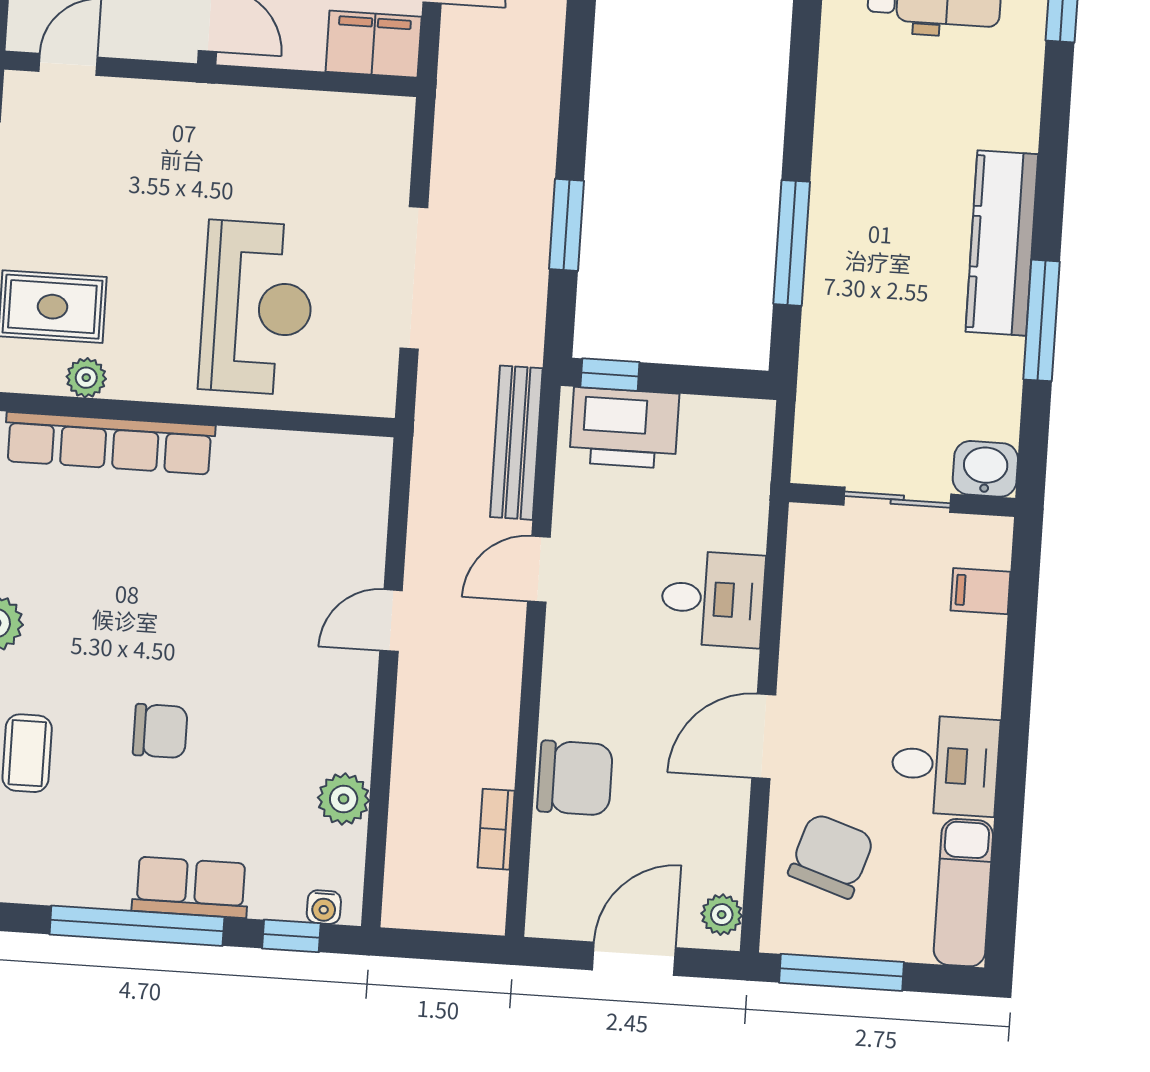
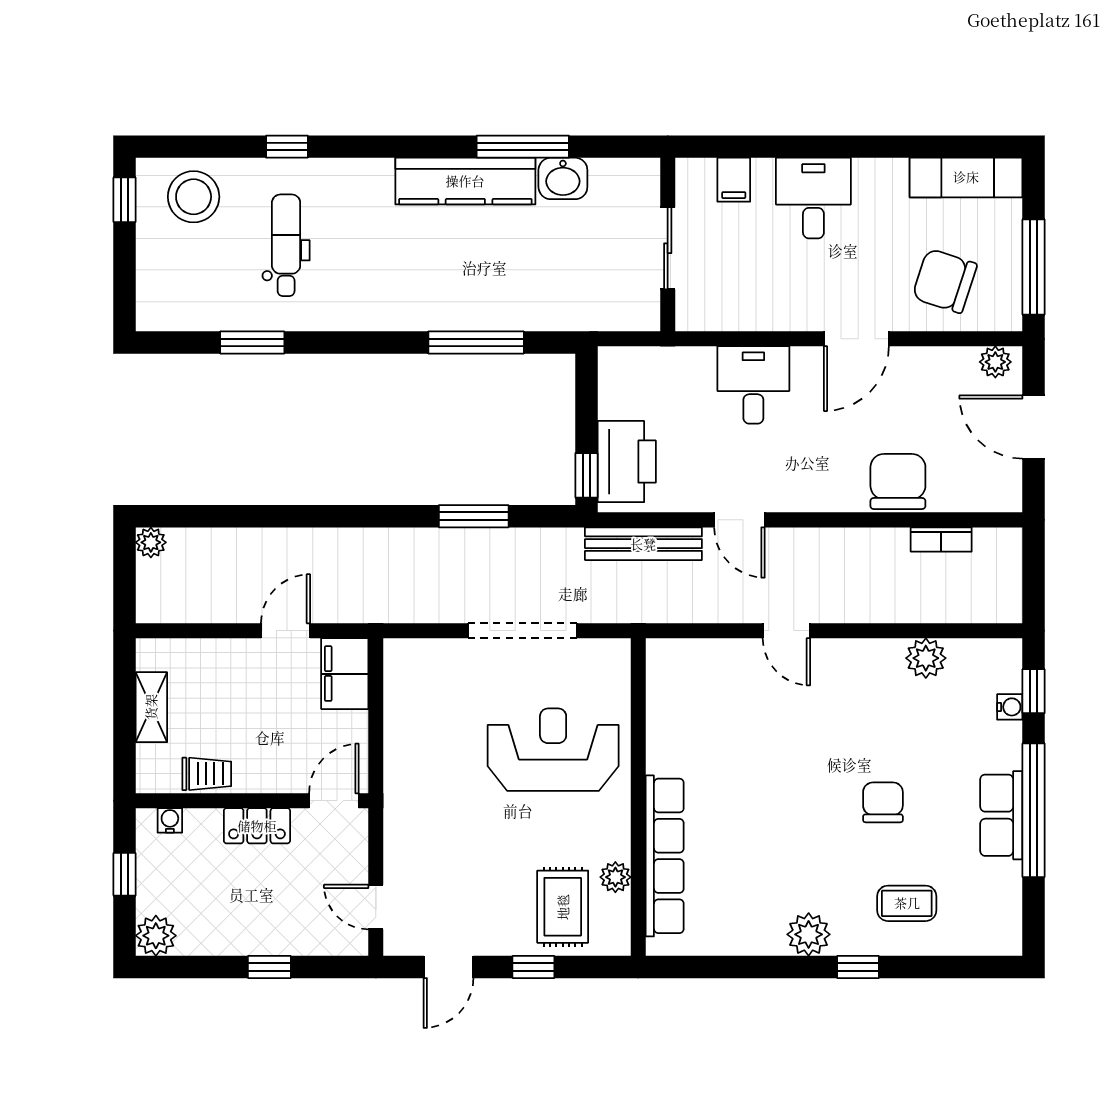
washbasin: (985, 469) -> (563, 178), moved, turned -90
door: (764, 736) -> (856, 339), hinge flipped
desk: (945, 765) -> (813, 198), moved
row of seats: (191, 887) -> (1001, 815), moved
water cooler: (324, 907) -> (1010, 707), moved

